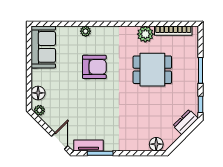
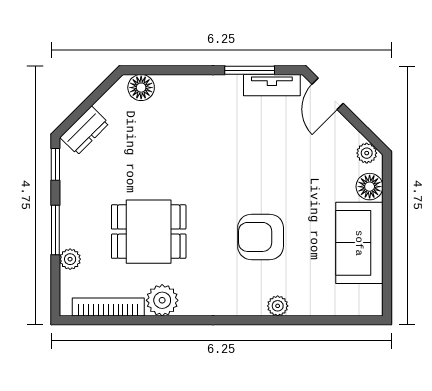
sofa: (43, 47) -> (359, 243), moved
plant: (193, 55) -> (70, 259), added

